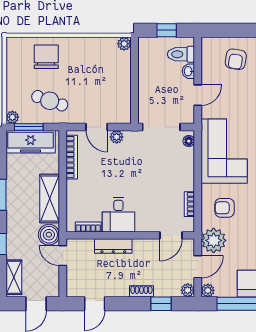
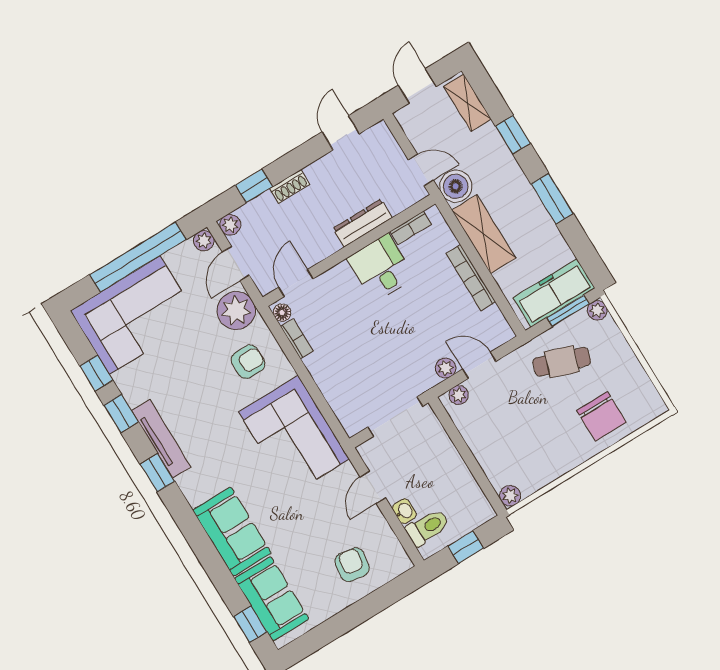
plant: (119, 117) -> (459, 395), added
floor lamp: (189, 141) -> (282, 313), moved
bookcase: (72, 157) -> (471, 278), moved

